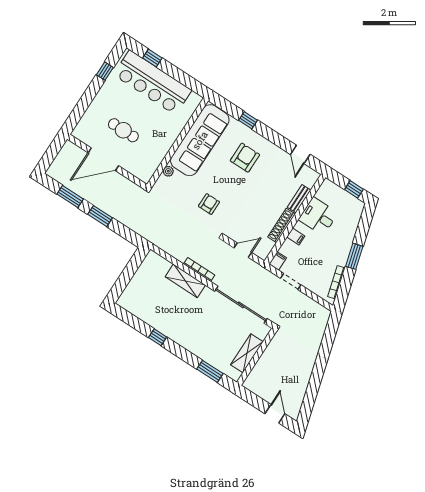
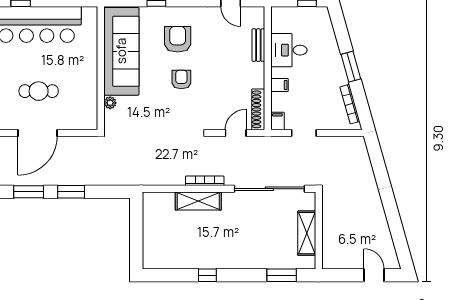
armchair: (209, 204) -> (181, 79), moved
shoe rack: (281, 226) -> (258, 109), moved

